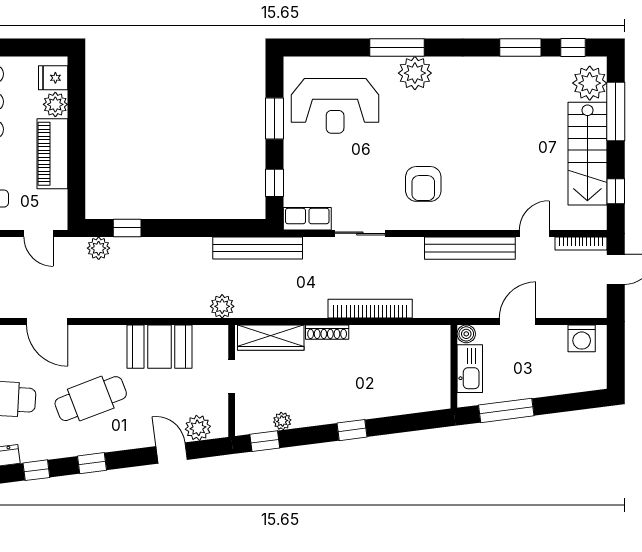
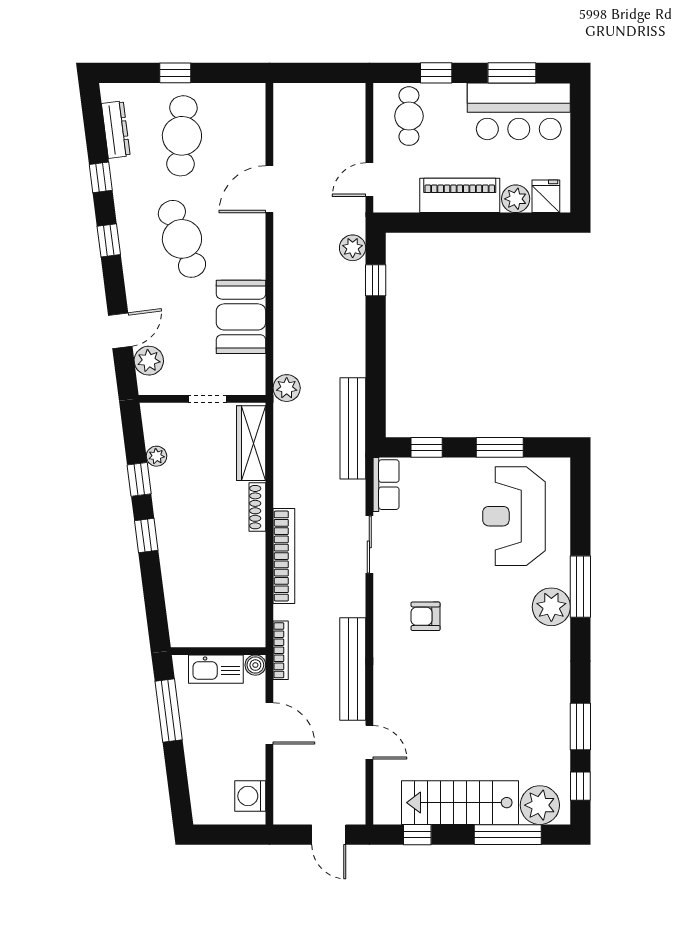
armchair: (423, 184) -> (426, 616), width x0.72, depth x0.72
bookcase: (581, 243) -> (281, 650), moved, turned 180
window: (265, 441) -> (139, 479), moved

